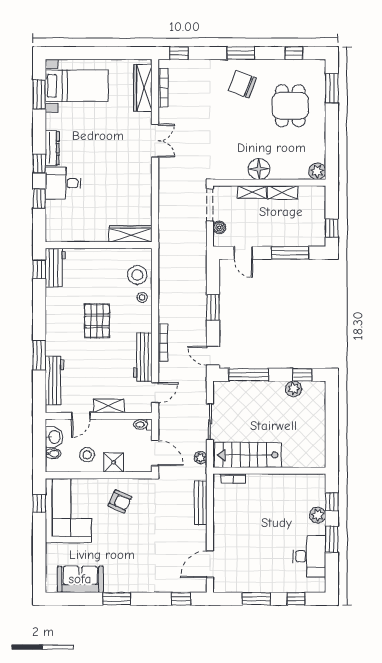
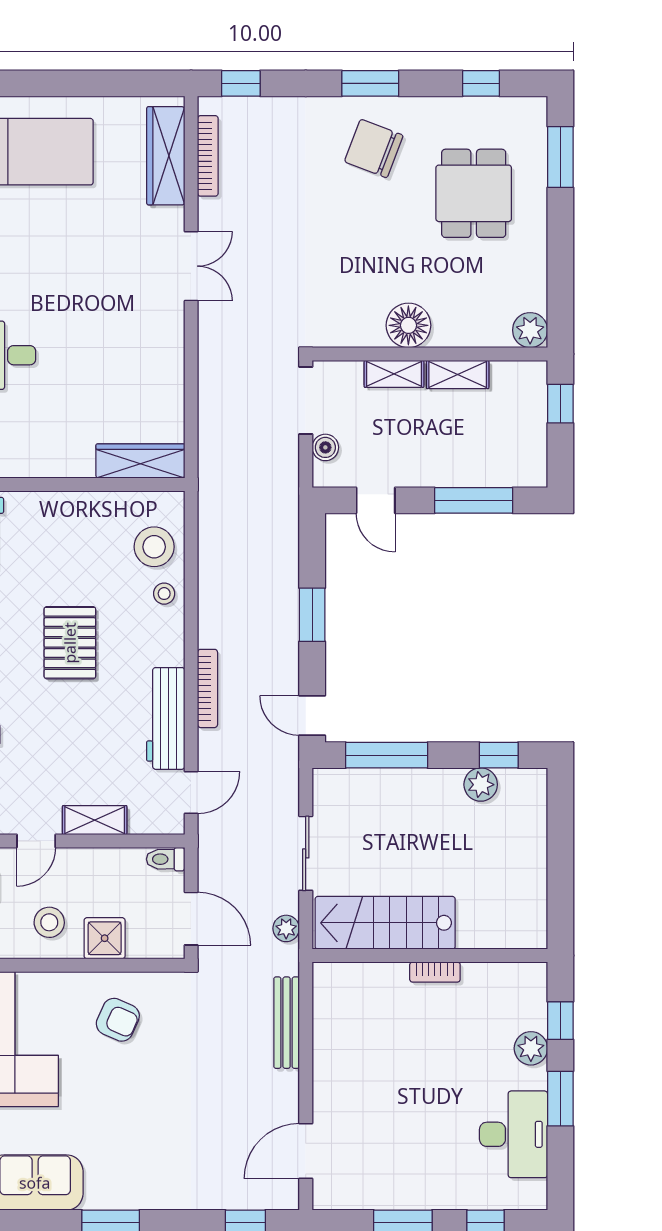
window: (332, 228) -> (560, 404), moved
bookcase: (233, 479) -> (435, 972), moved

